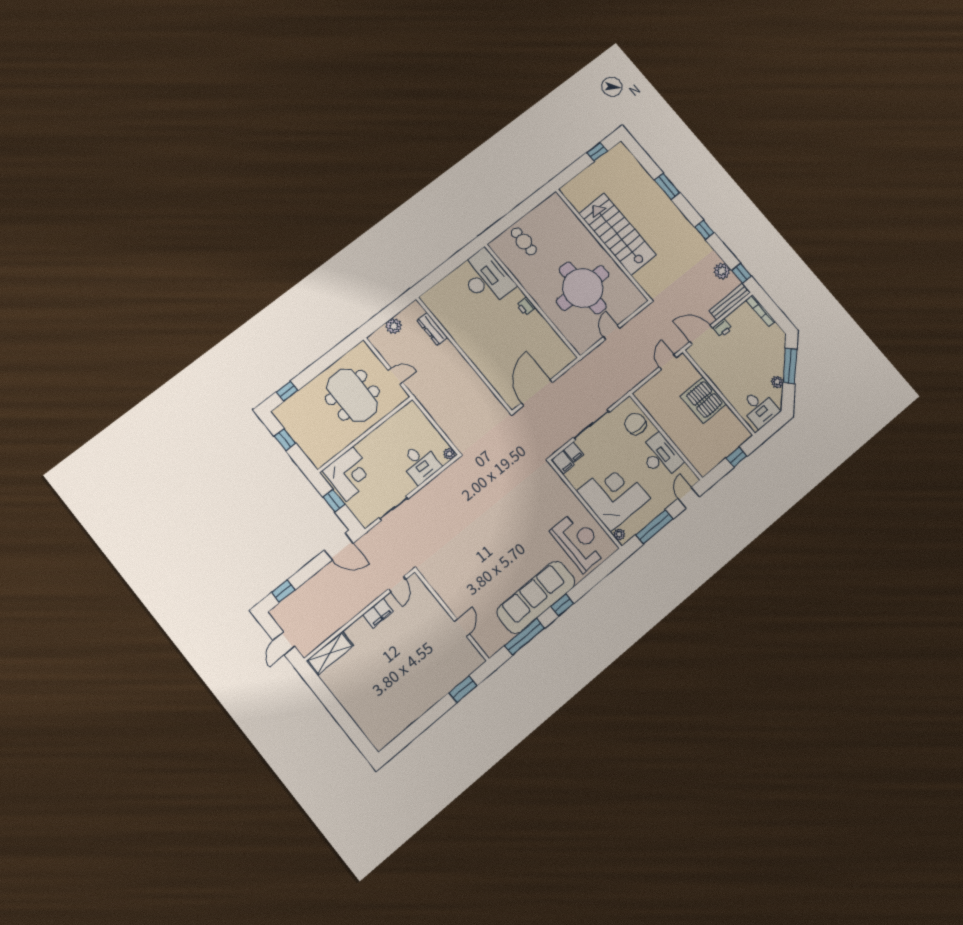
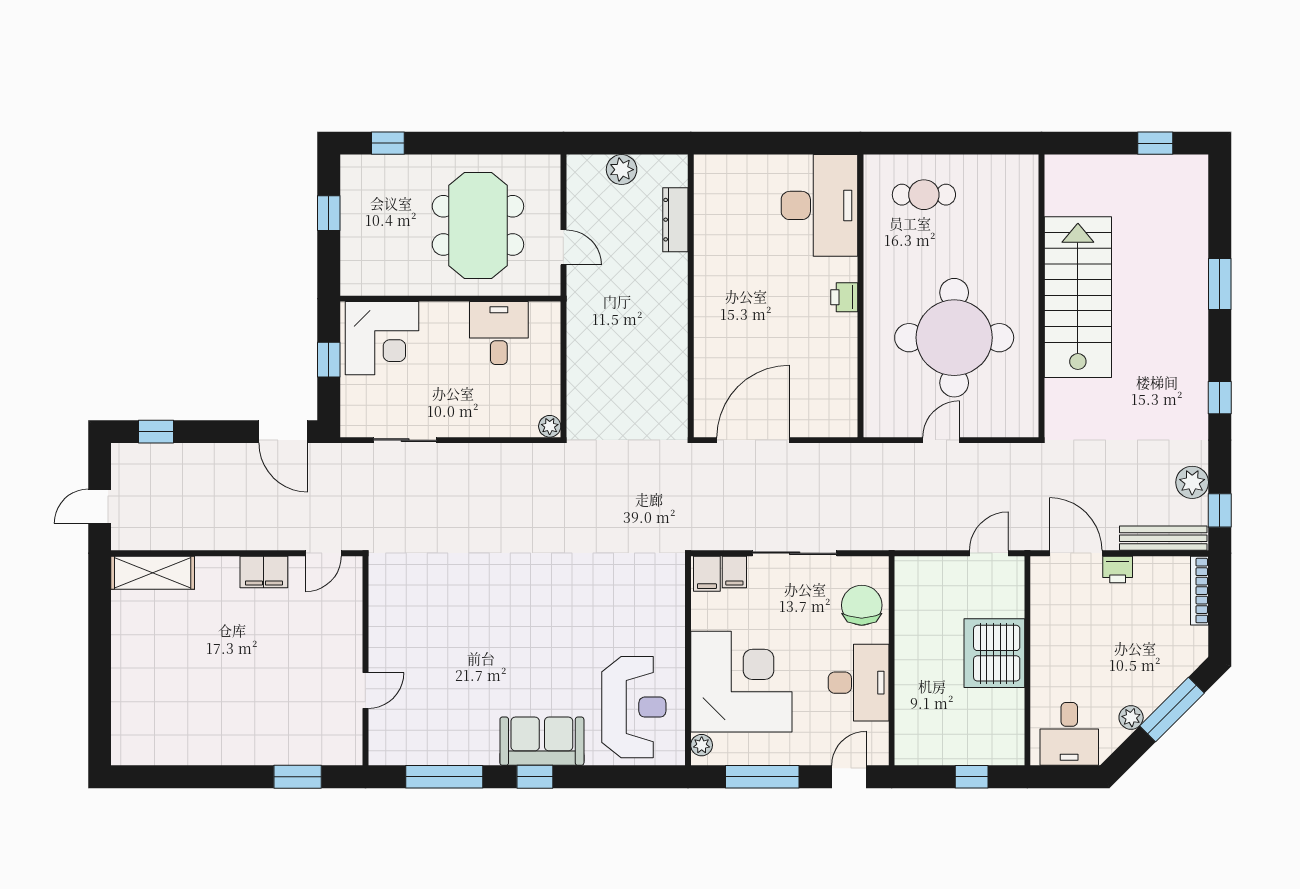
cafe table: (524, 241) -> (924, 195), turned 90
desk: (420, 463) -> (499, 333), moved, turned 180
sofa: (536, 597) -> (542, 741), width x0.54, depth x0.79

